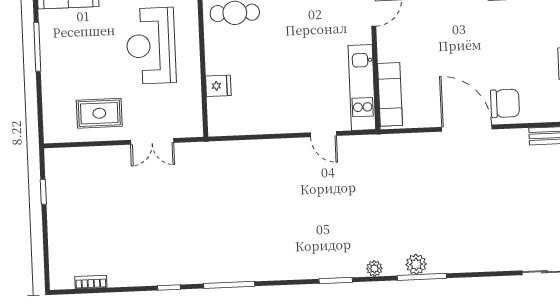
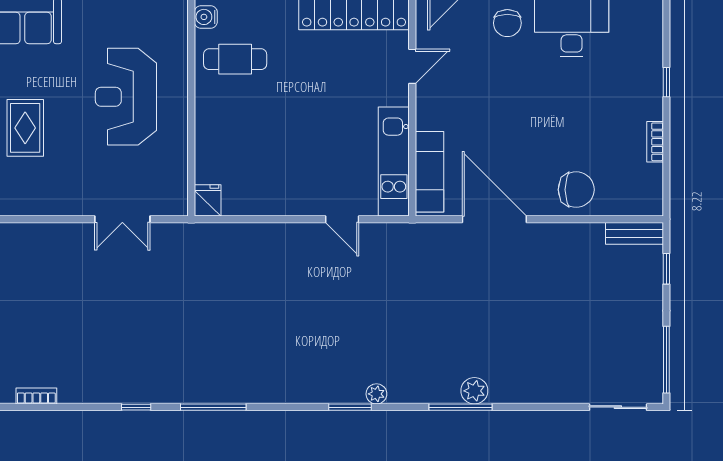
fridge: (218, 86) -> (208, 200), moved, turned -90
rug: (99, 113) -> (25, 128), moved, turned 90
door: (467, 128) -> (494, 219), moved
plant: (416, 264) -> (474, 391), moved
plant: (374, 268) -> (376, 394), moved

